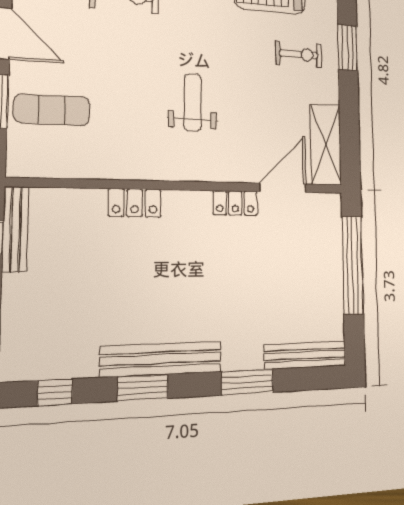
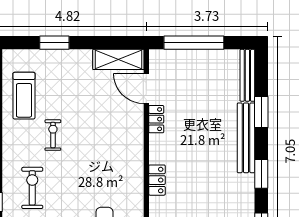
exercise bike: (299, 54) -> (53, 135), moved
weight bench: (193, 103) -> (96, 146), removed
bench: (162, 359) -> (246, 138), moved

